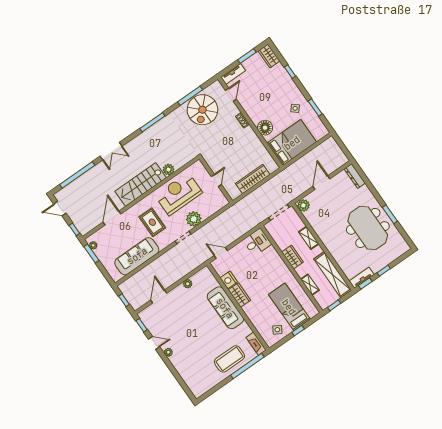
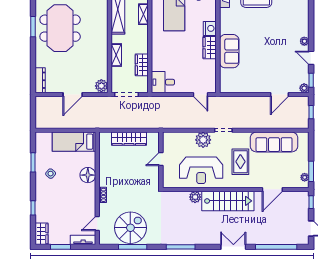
bed: (292, 143) -> (74, 142), width x0.67
wardrobe: (292, 257) -> (142, 65), moved
nightstand: (229, 280) -> (210, 28), moved
plant: (188, 284) -> (304, 88), moved
sofa: (225, 308) -> (229, 51), width x0.73

